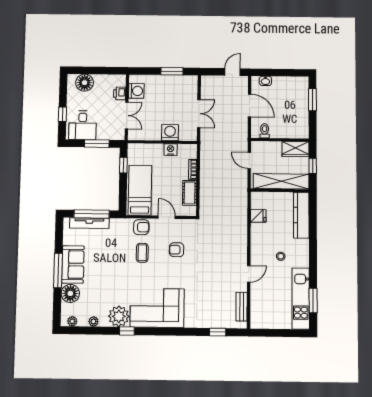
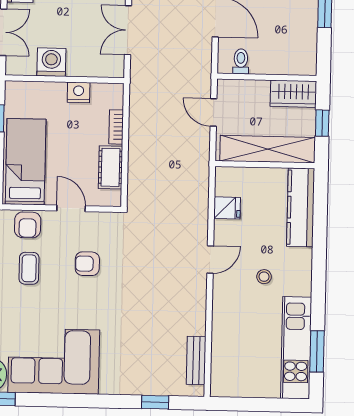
double door: (199, 114) -> (128, 30), swing flipped
washing machine: (170, 133) -> (51, 62), moved
armchair: (141, 227) -> (28, 225), turned 90
door: (249, 274) -> (210, 260), moved

